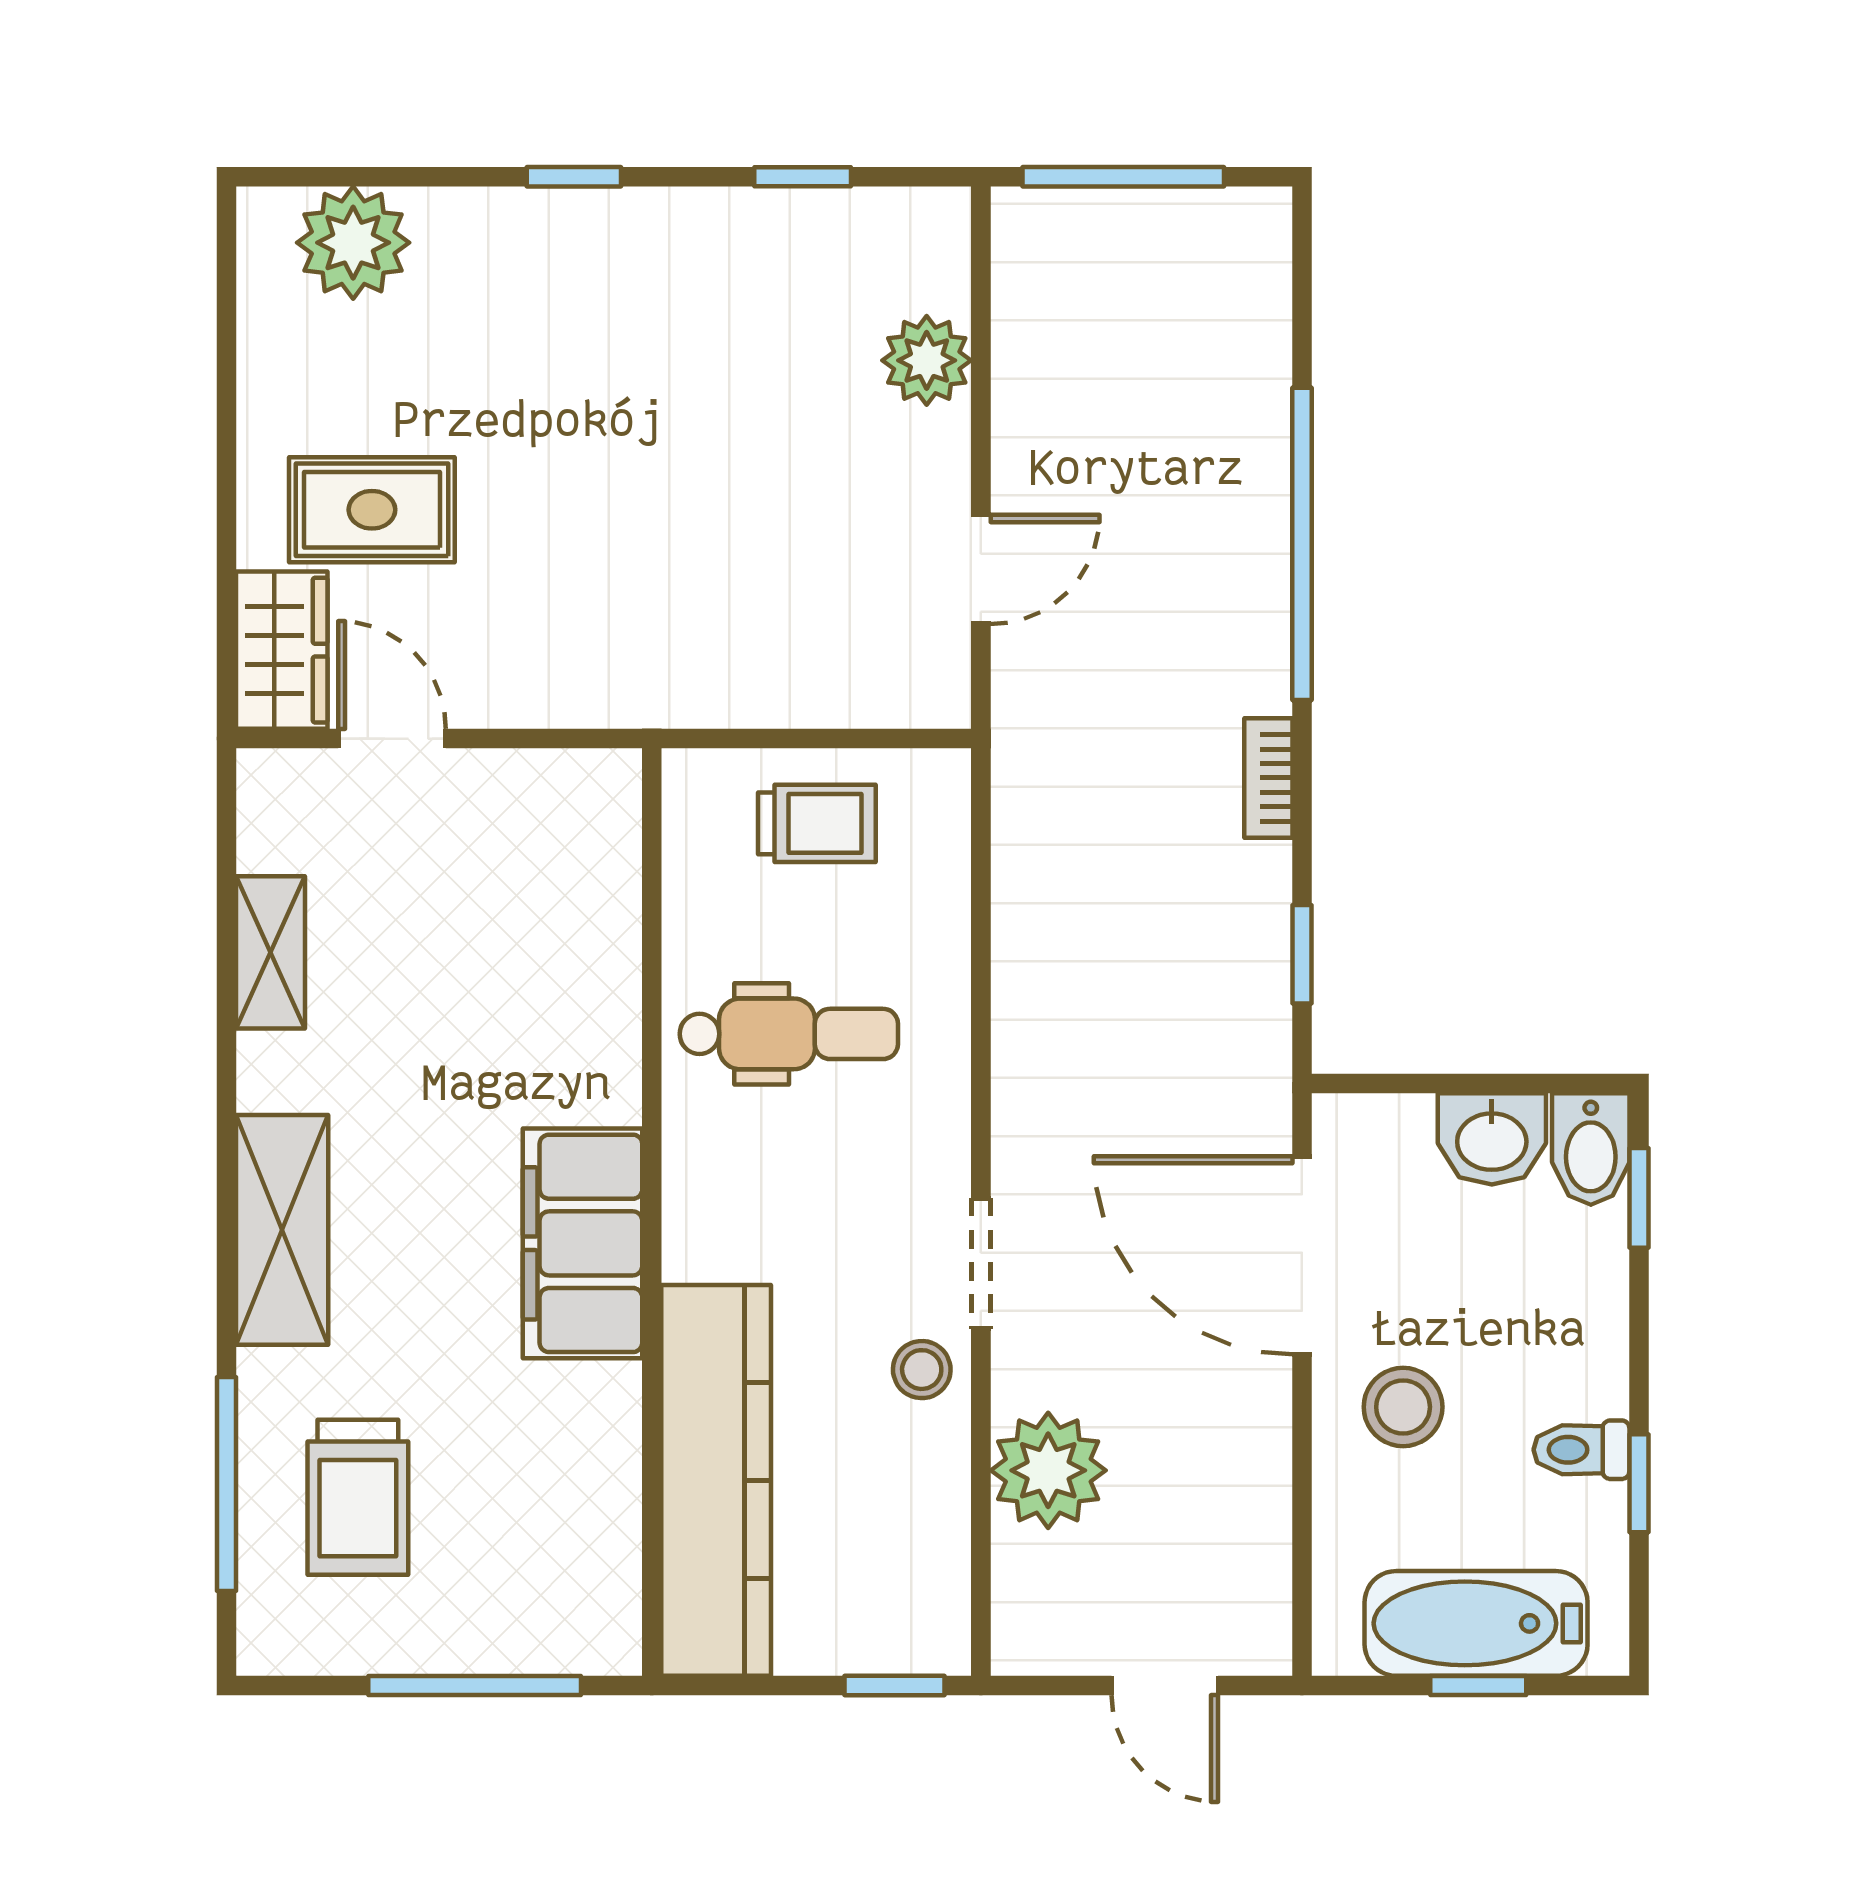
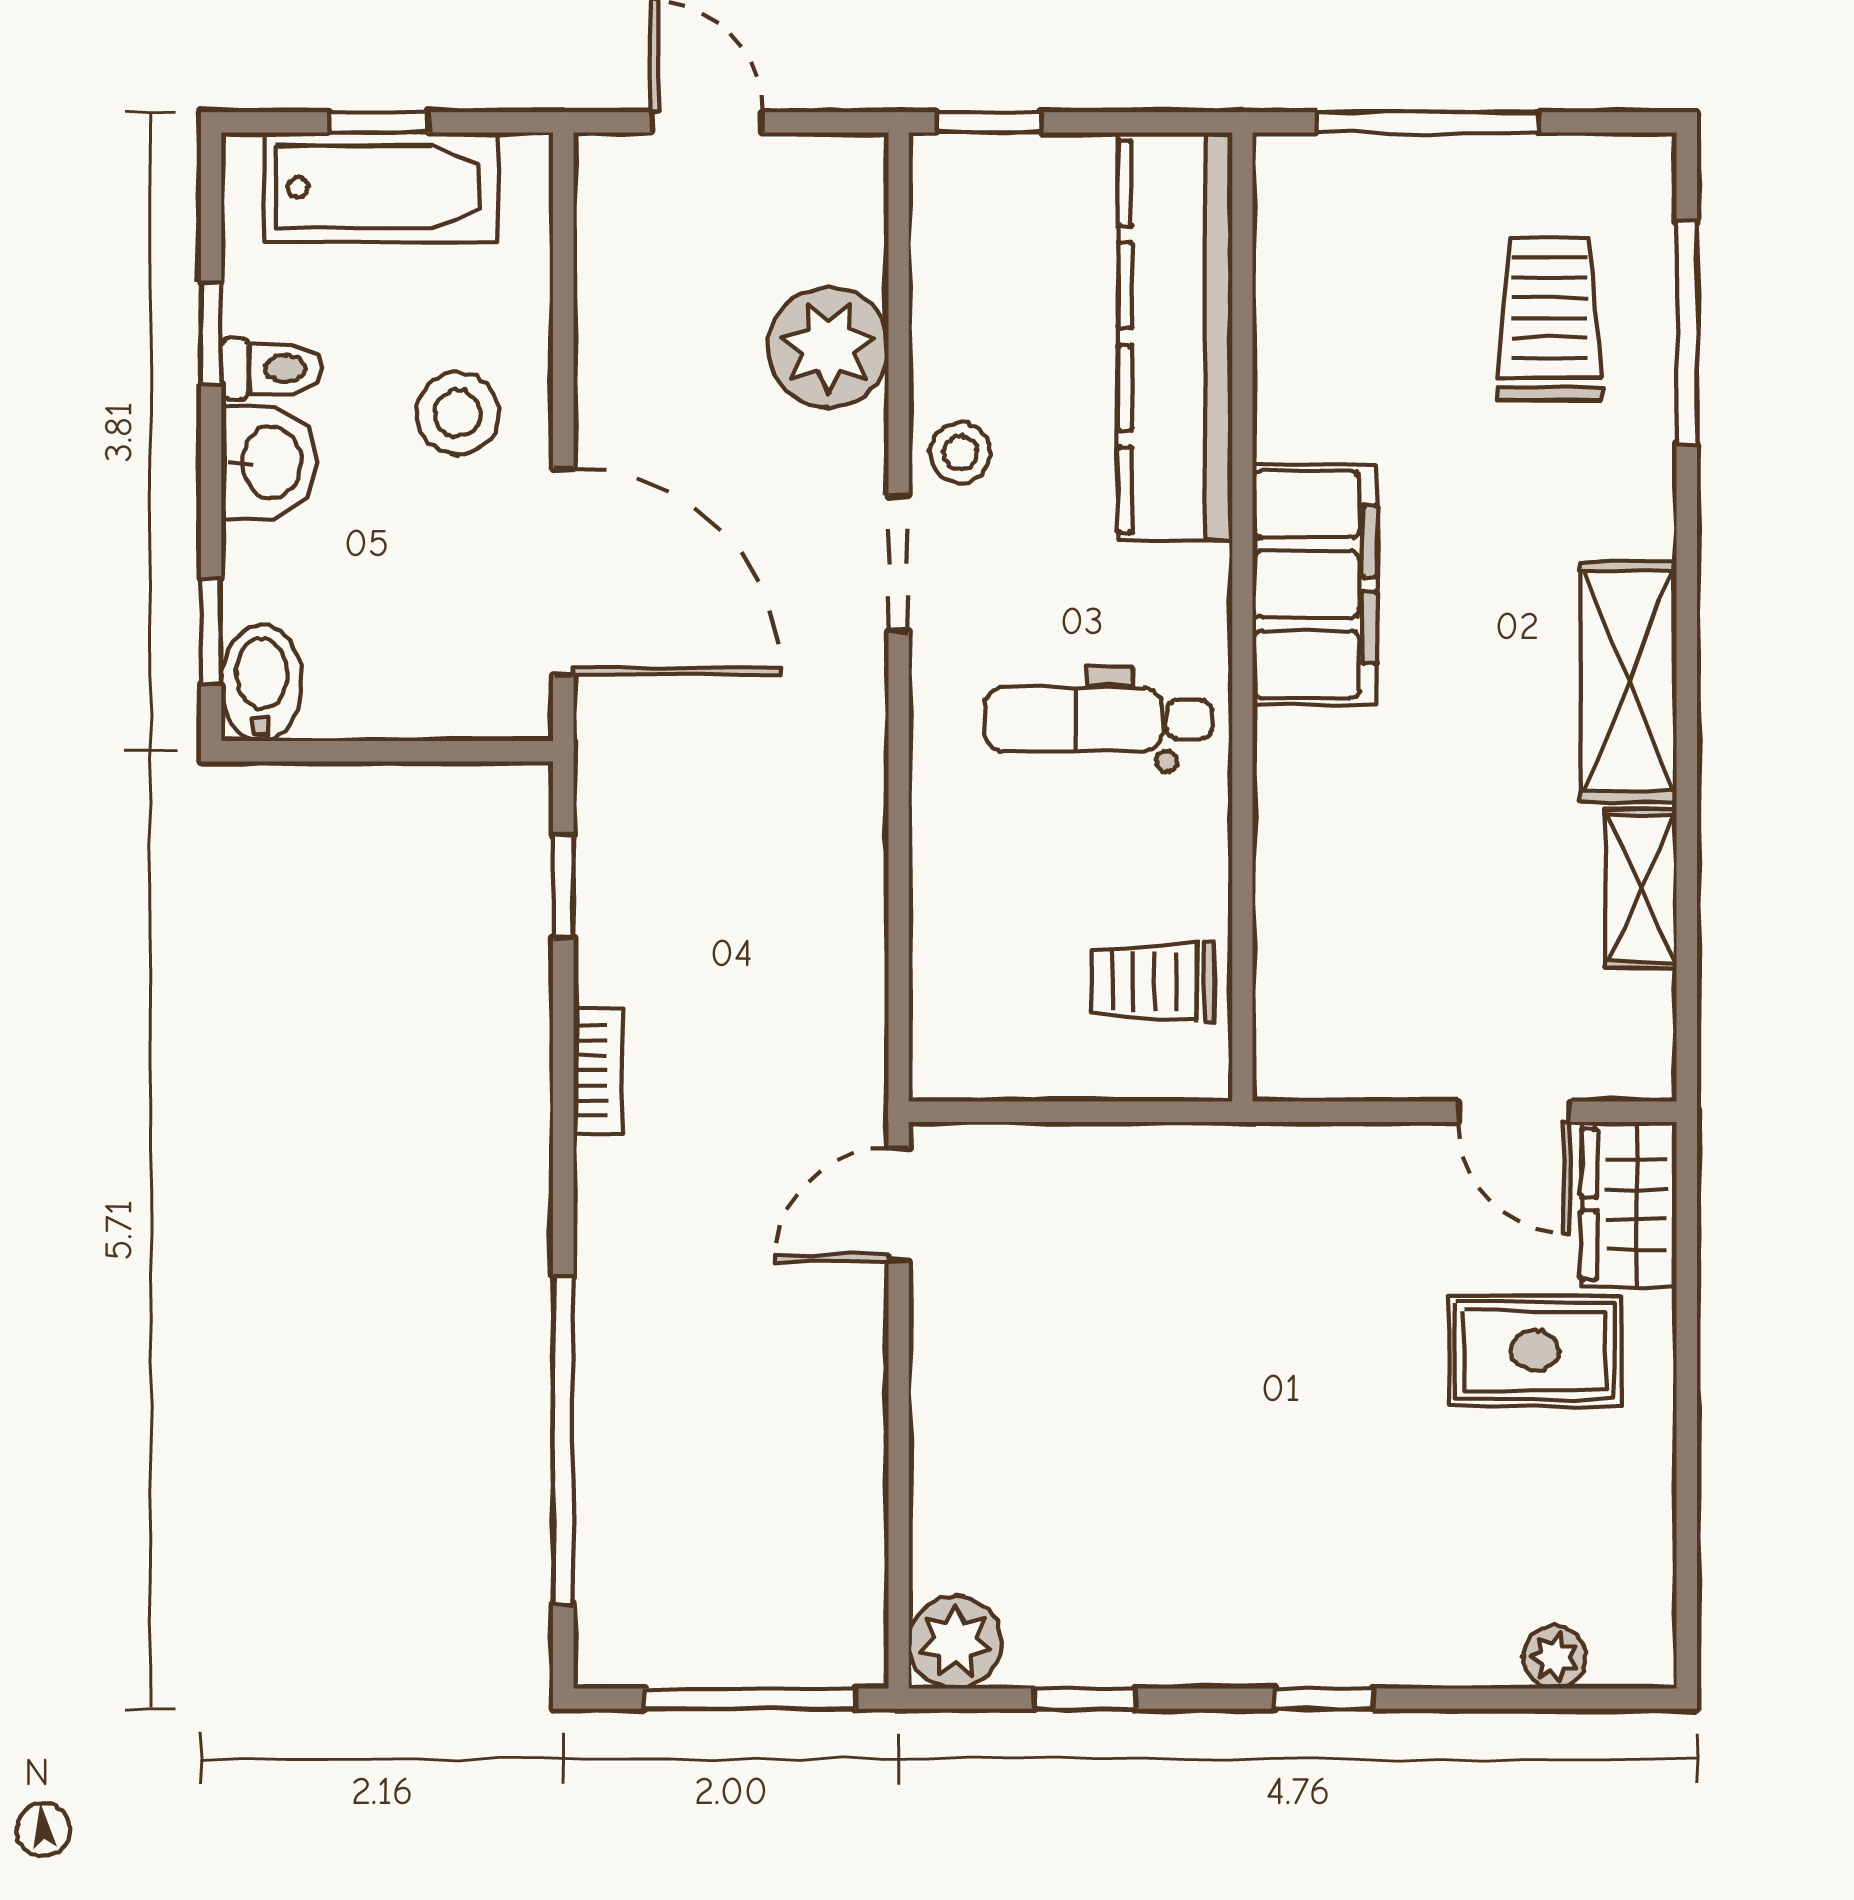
plant: (353, 243) -> (1555, 1657), width x0.53, depth x0.53
plant: (927, 360) -> (955, 1642), moved
window: (1302, 544) -> (563, 1440), moved
door: (981, 569) -> (899, 1204), moved
trolley: (817, 823) -> (1153, 982), moved
dental chair: (789, 1034) -> (1098, 719), moved
washbasin: (1492, 1139) -> (269, 463), moved, turned 90
shelving: (282, 1230) -> (1629, 682), moved

